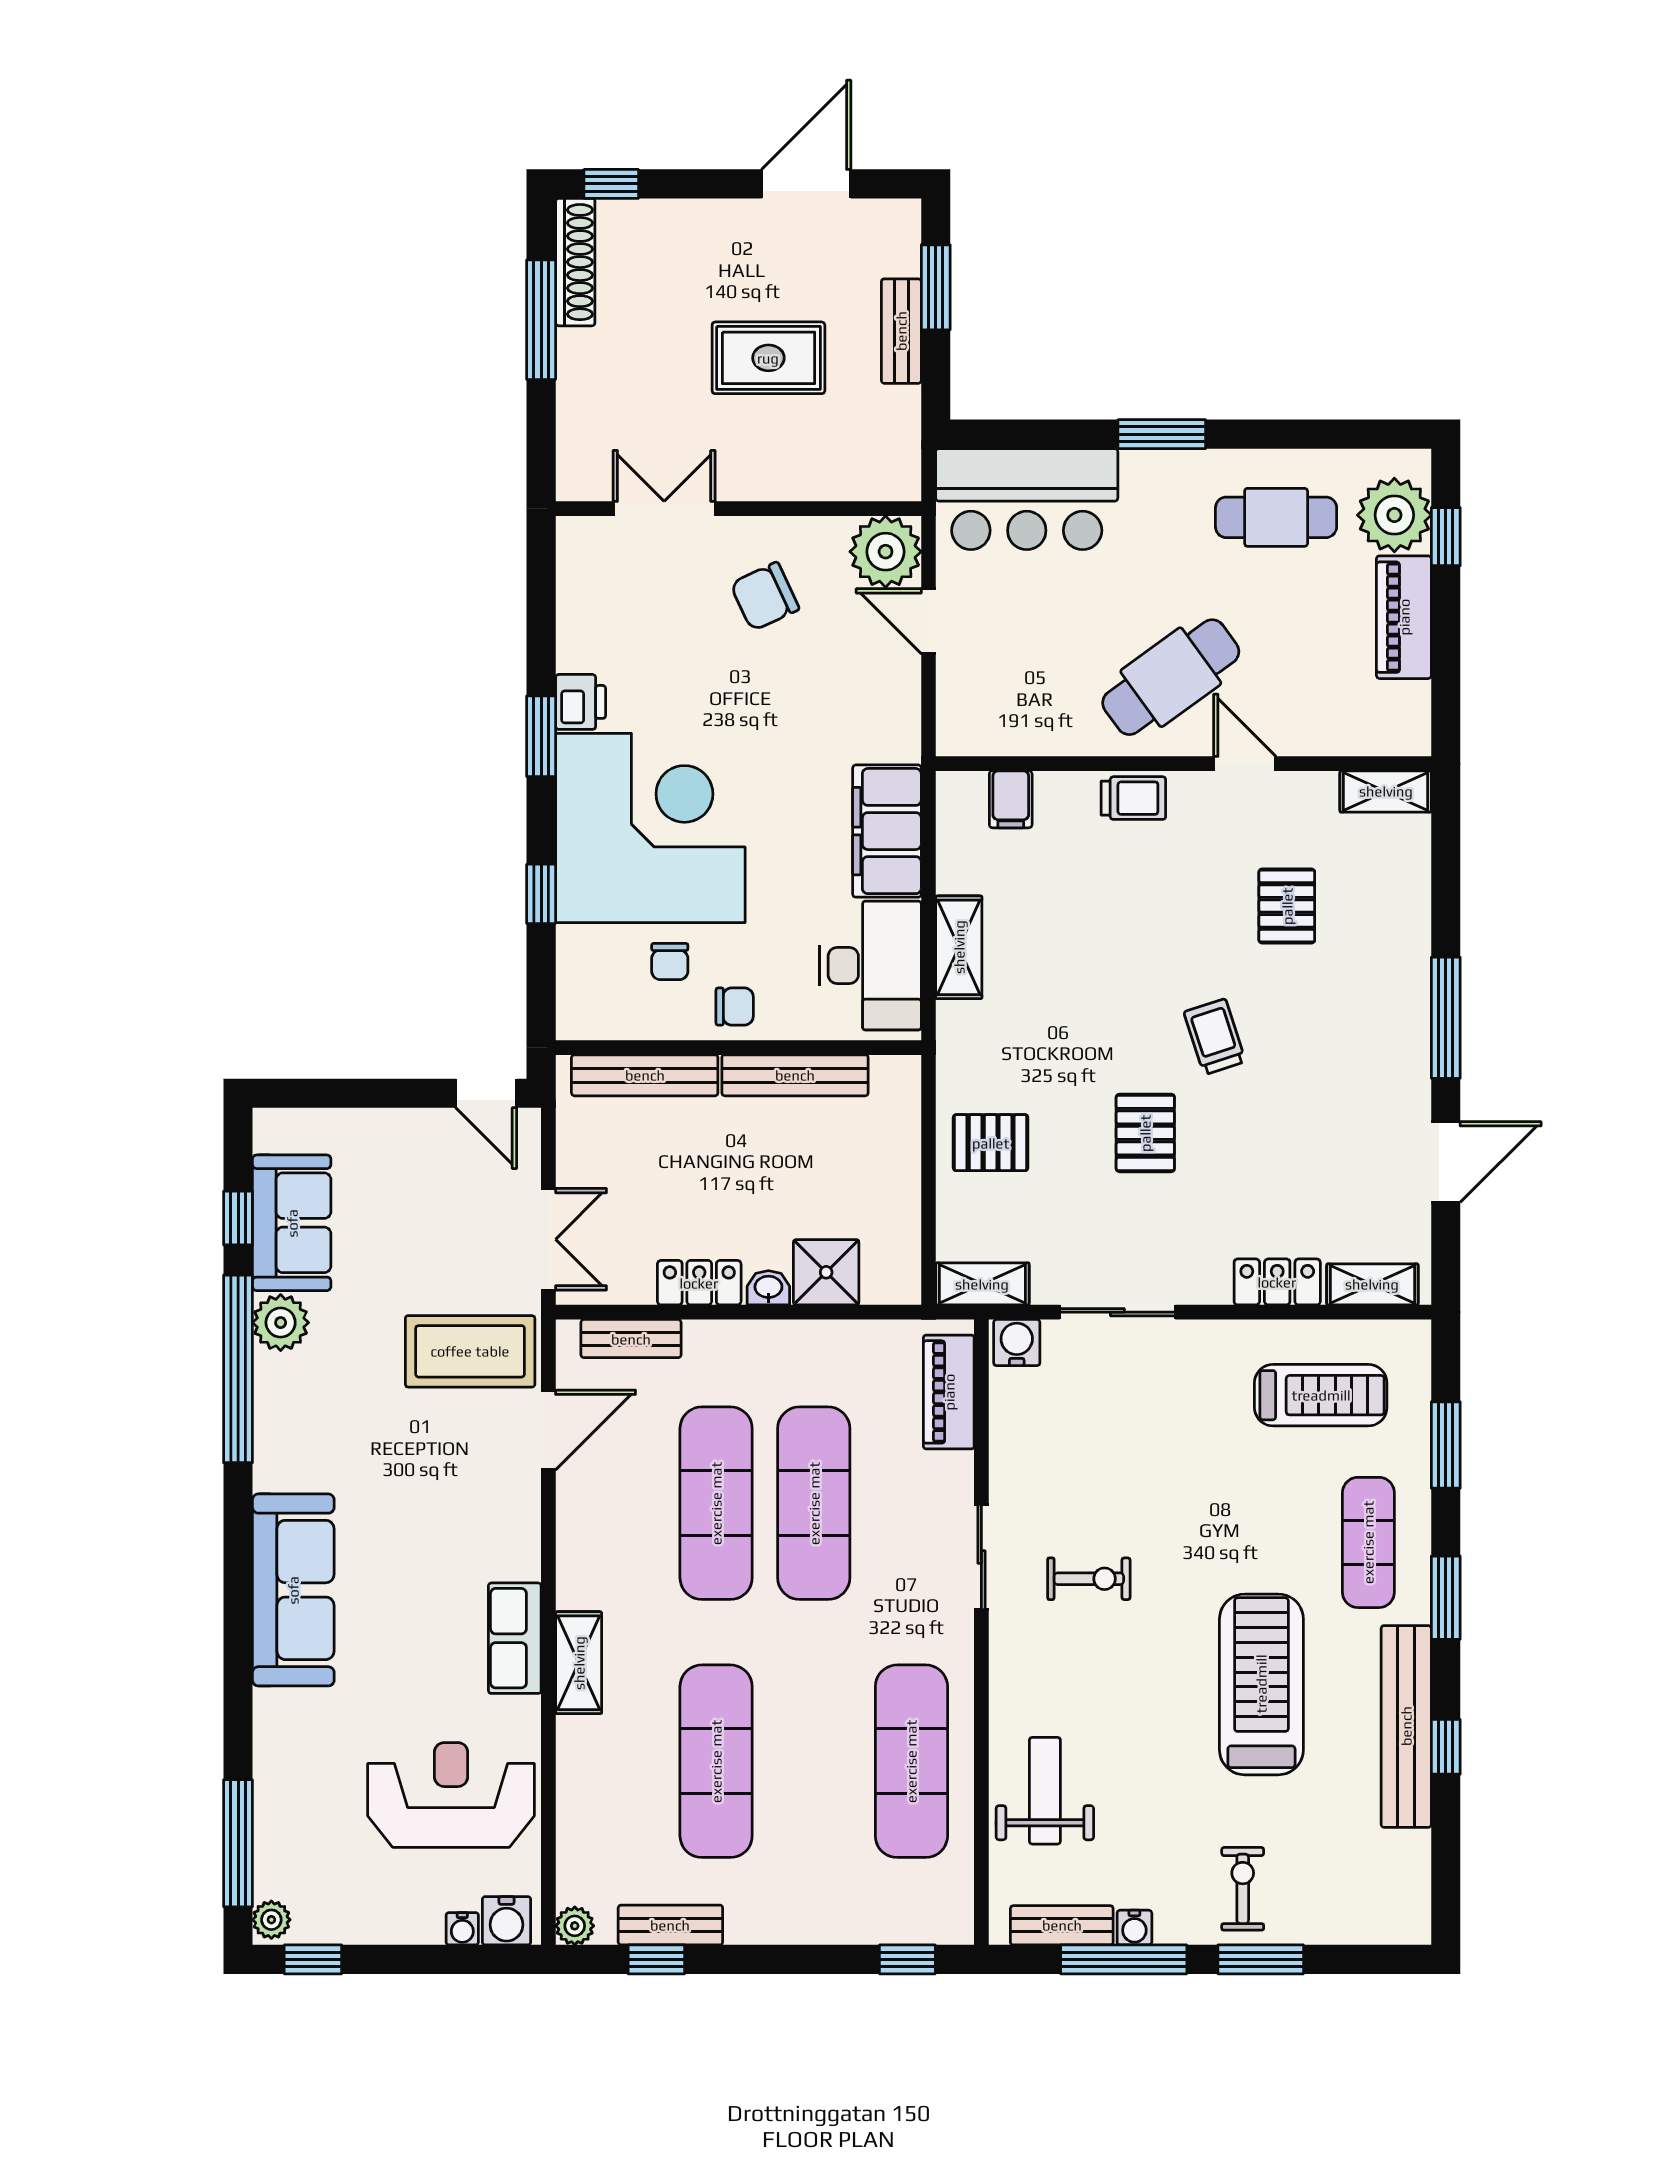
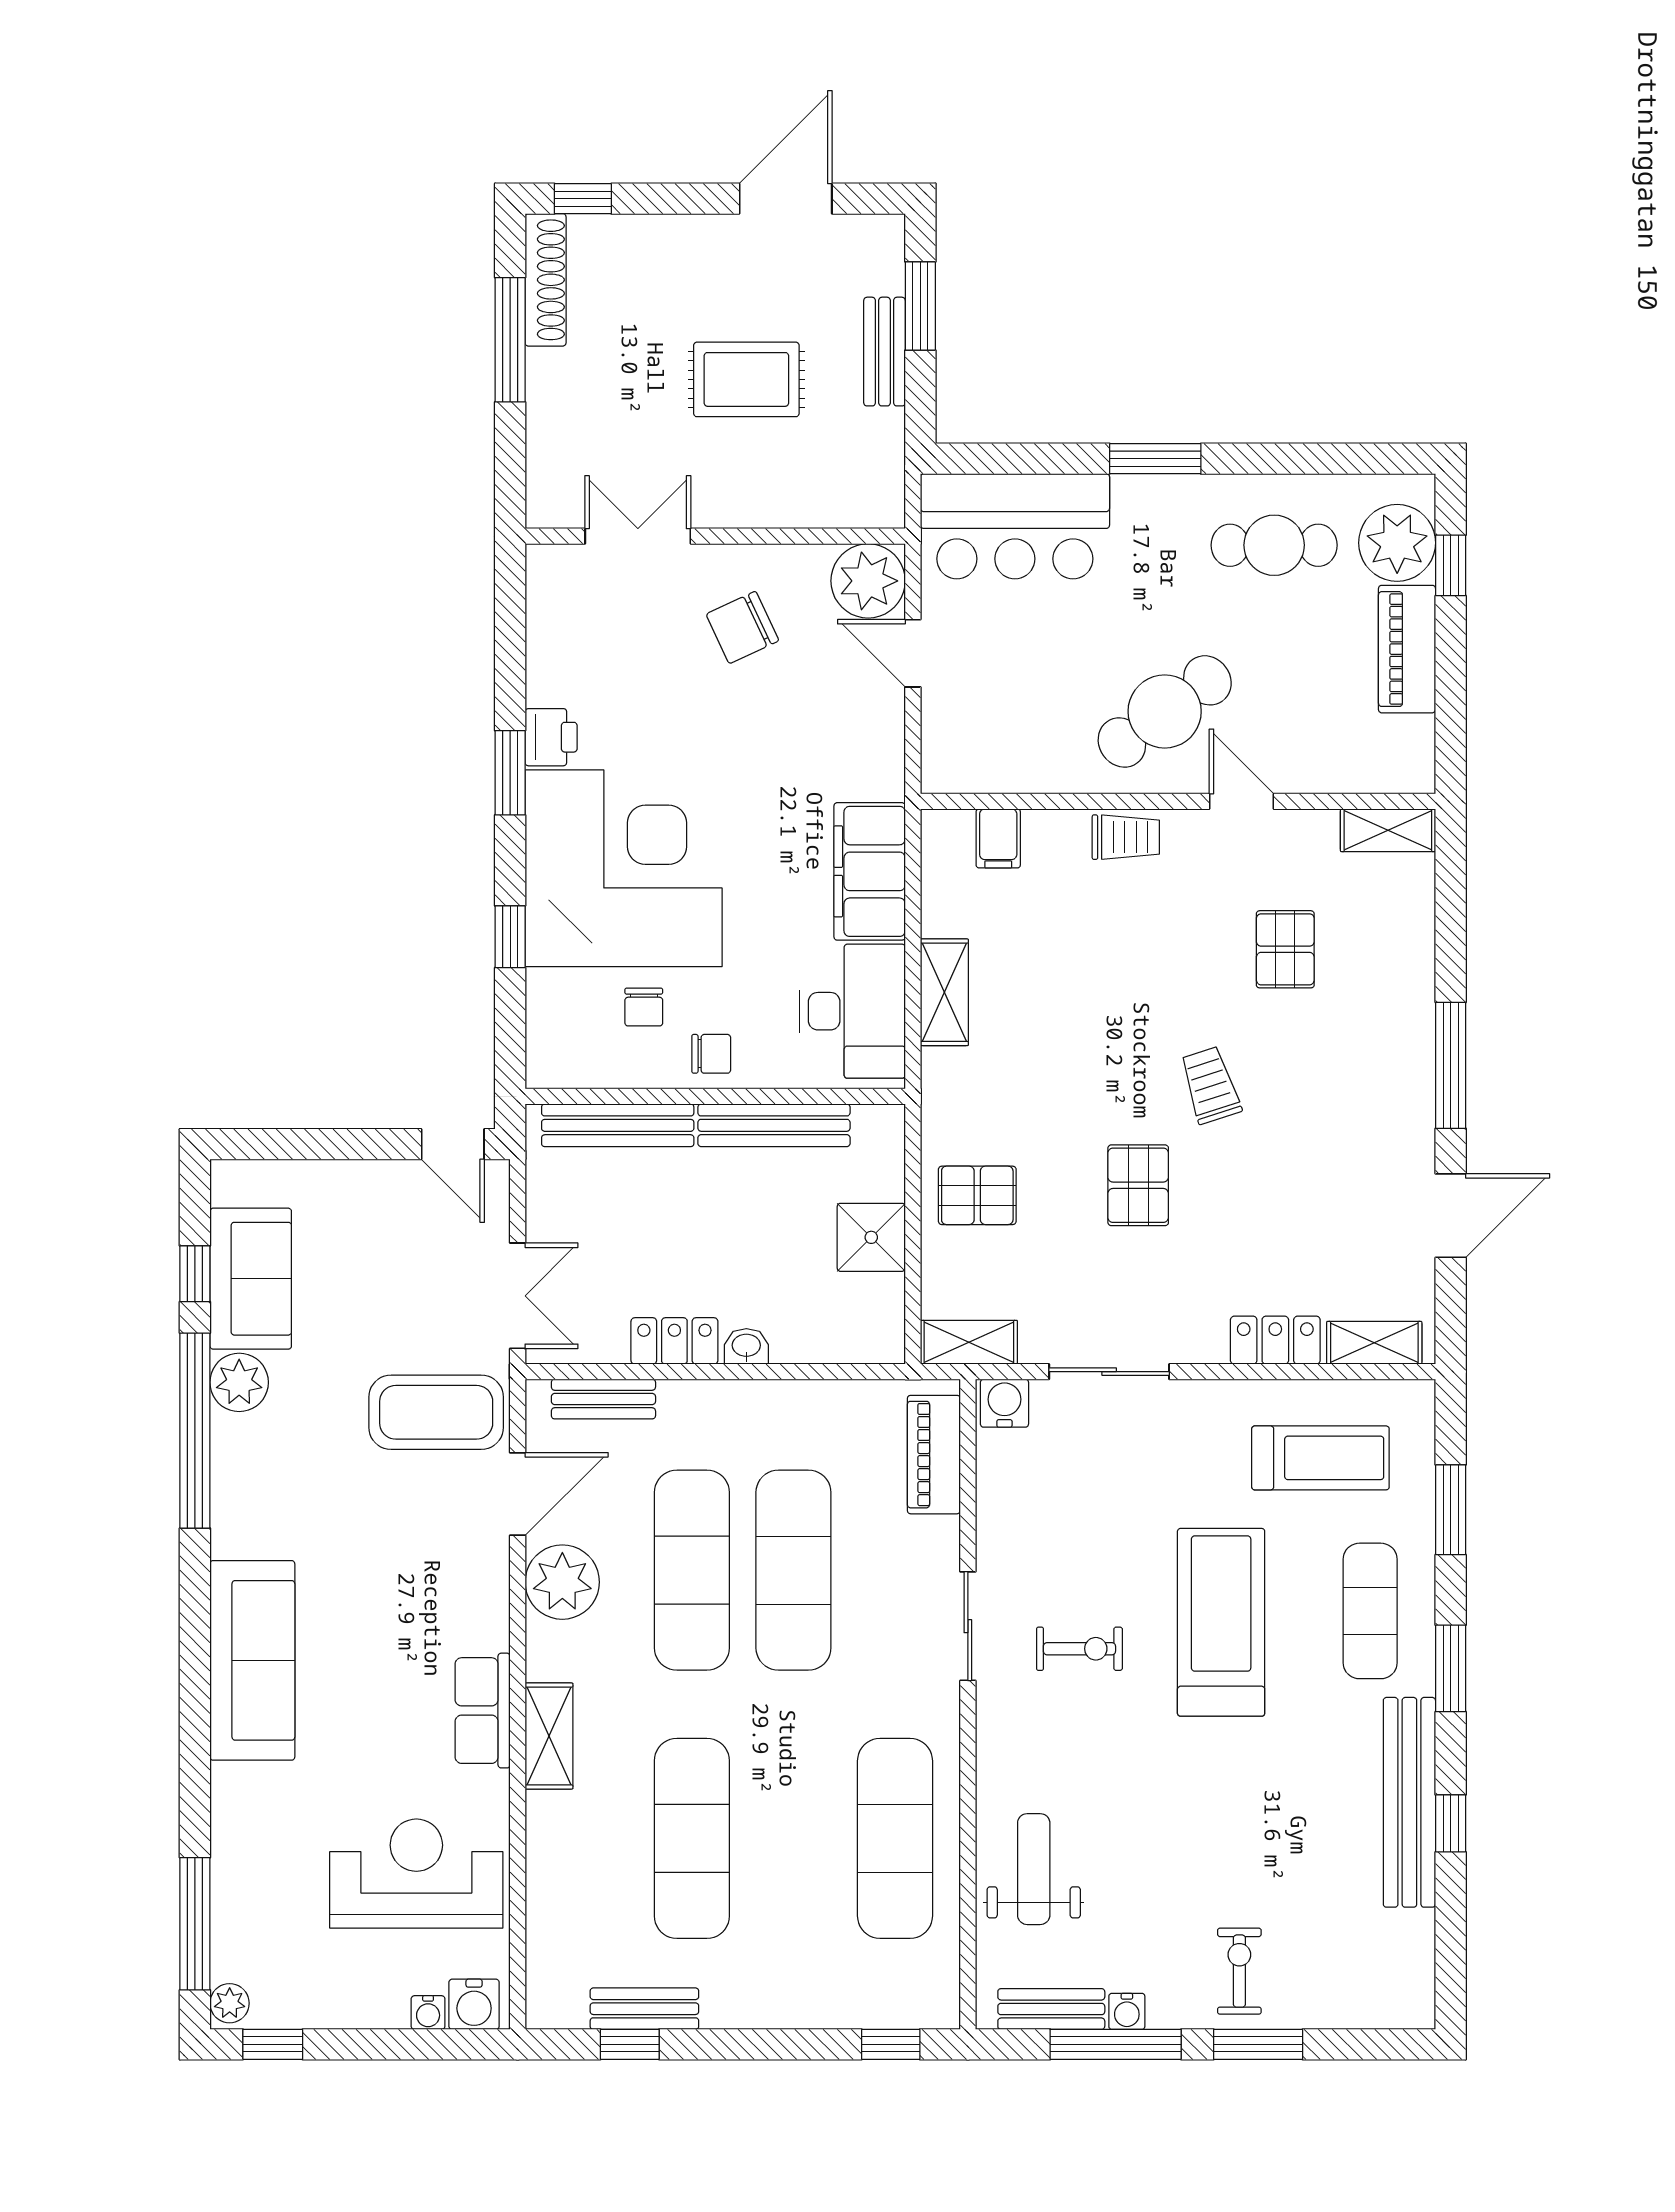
shower: (826, 1272) -> (871, 1237), moved
treadmill: (1261, 1684) -> (1221, 1622), moved
plant: (575, 1926) -> (562, 1582), moved, width x1.87, depth x1.87

